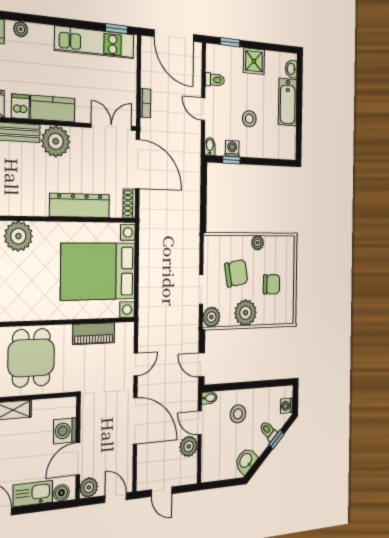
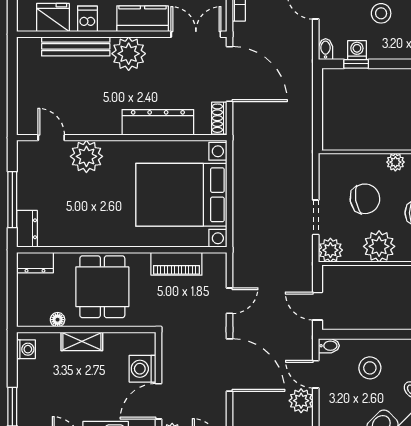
kitchen counter: (53, 109) -> (143, 19), moved

